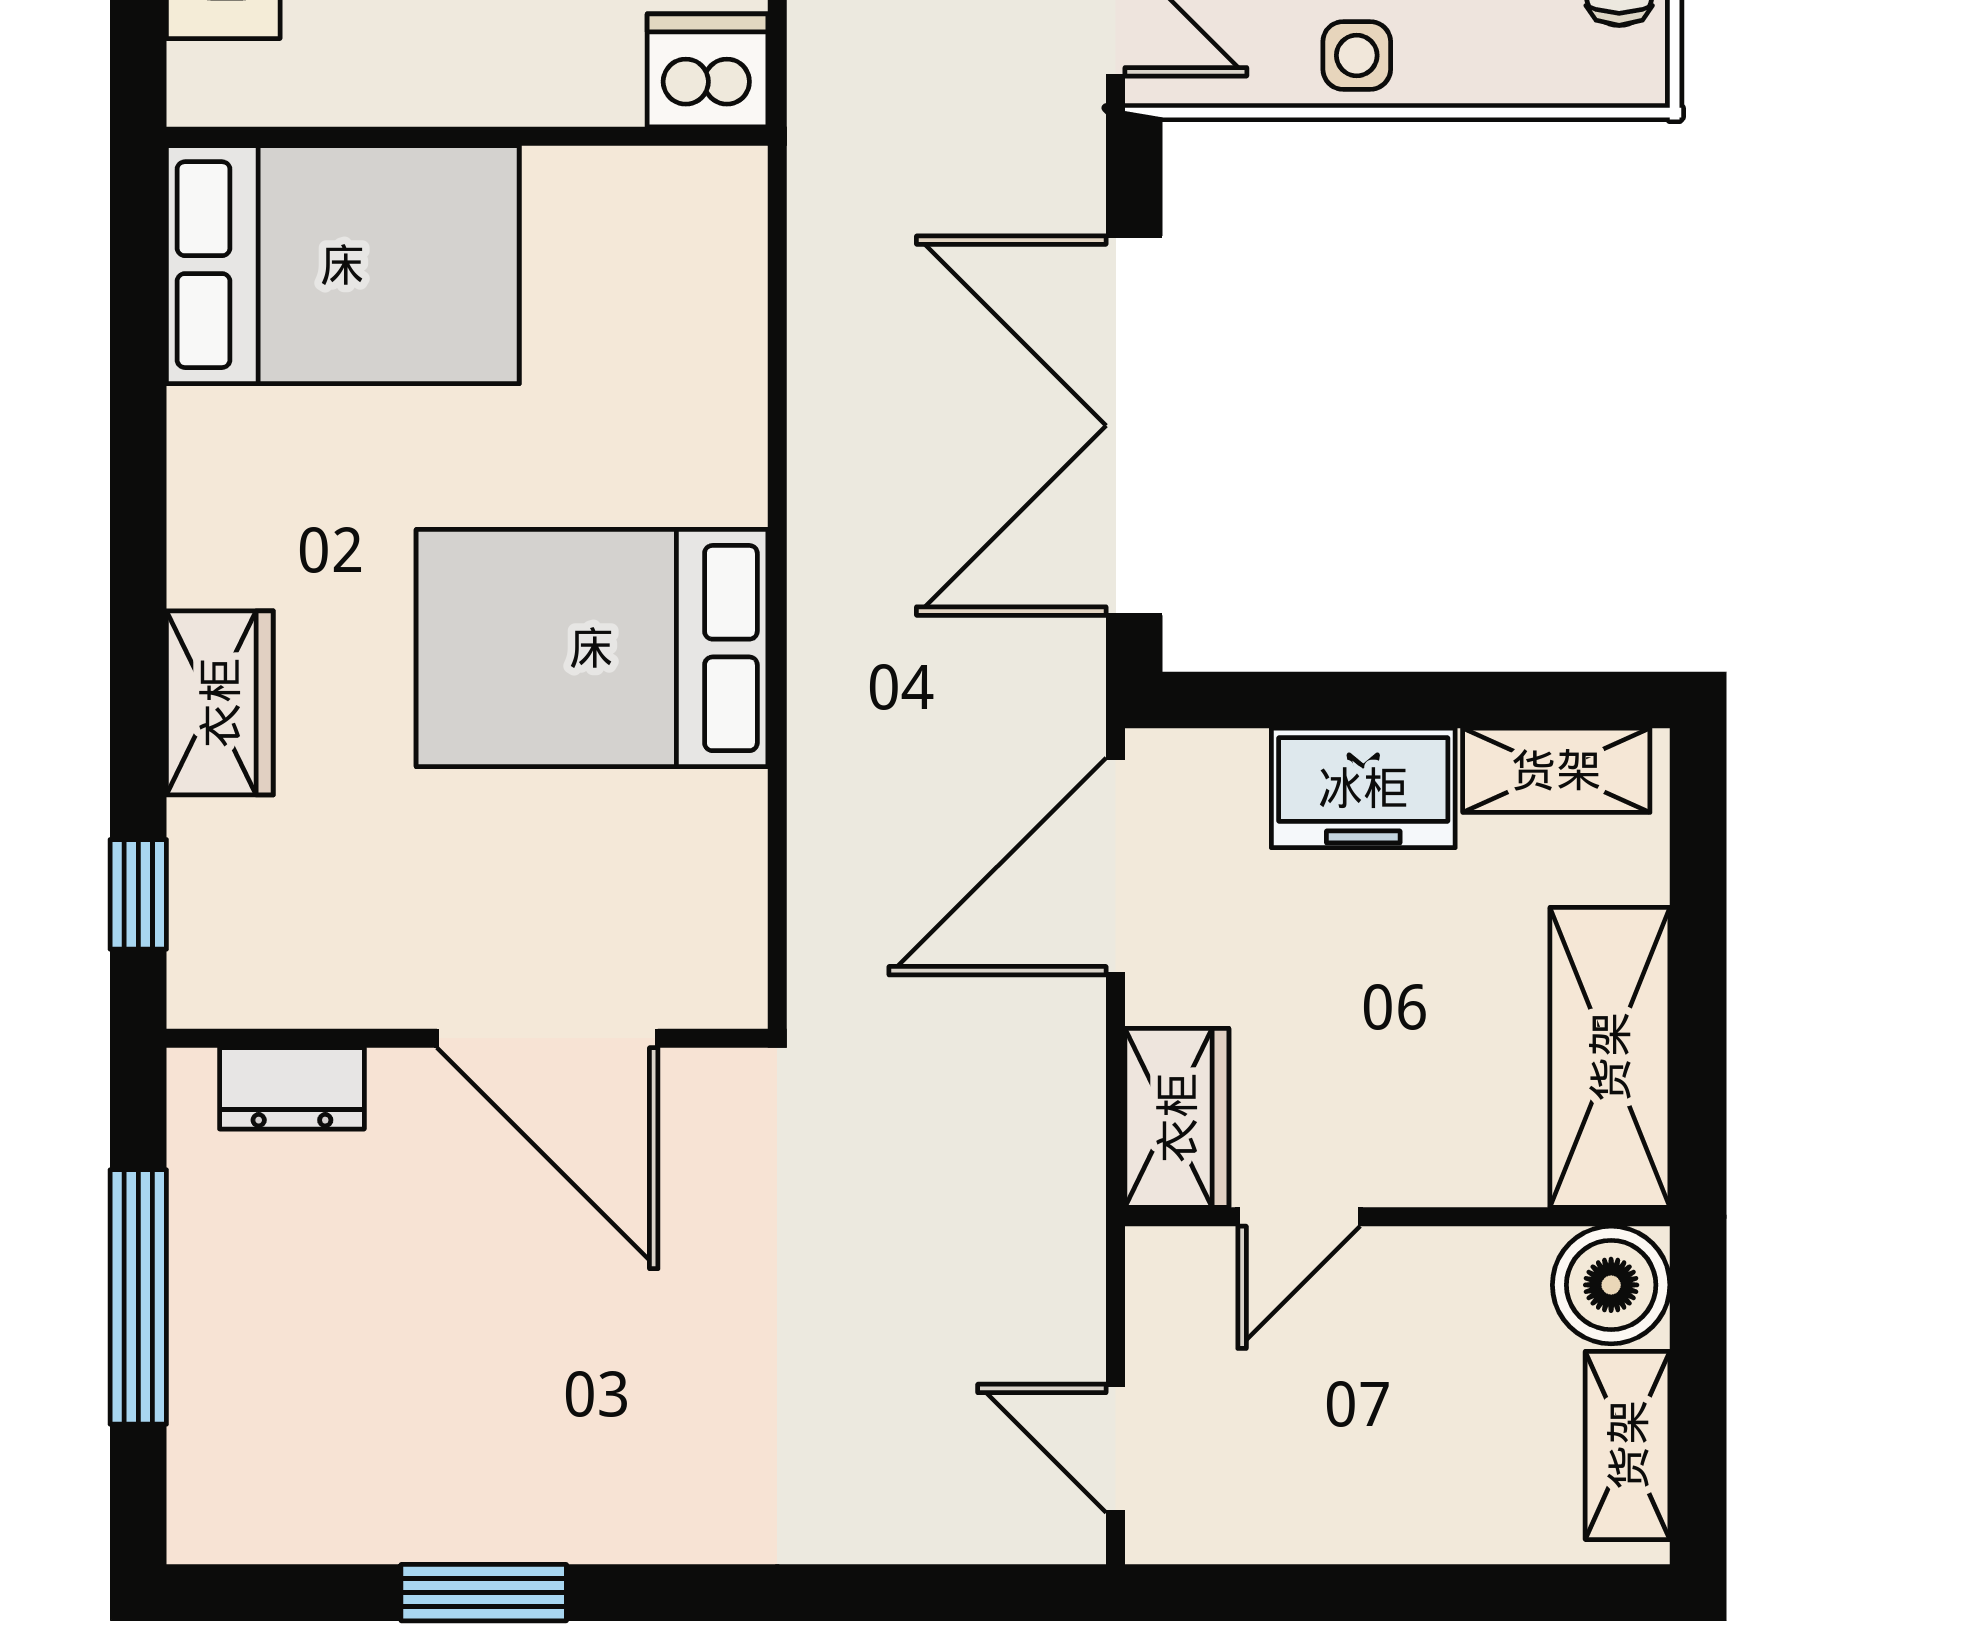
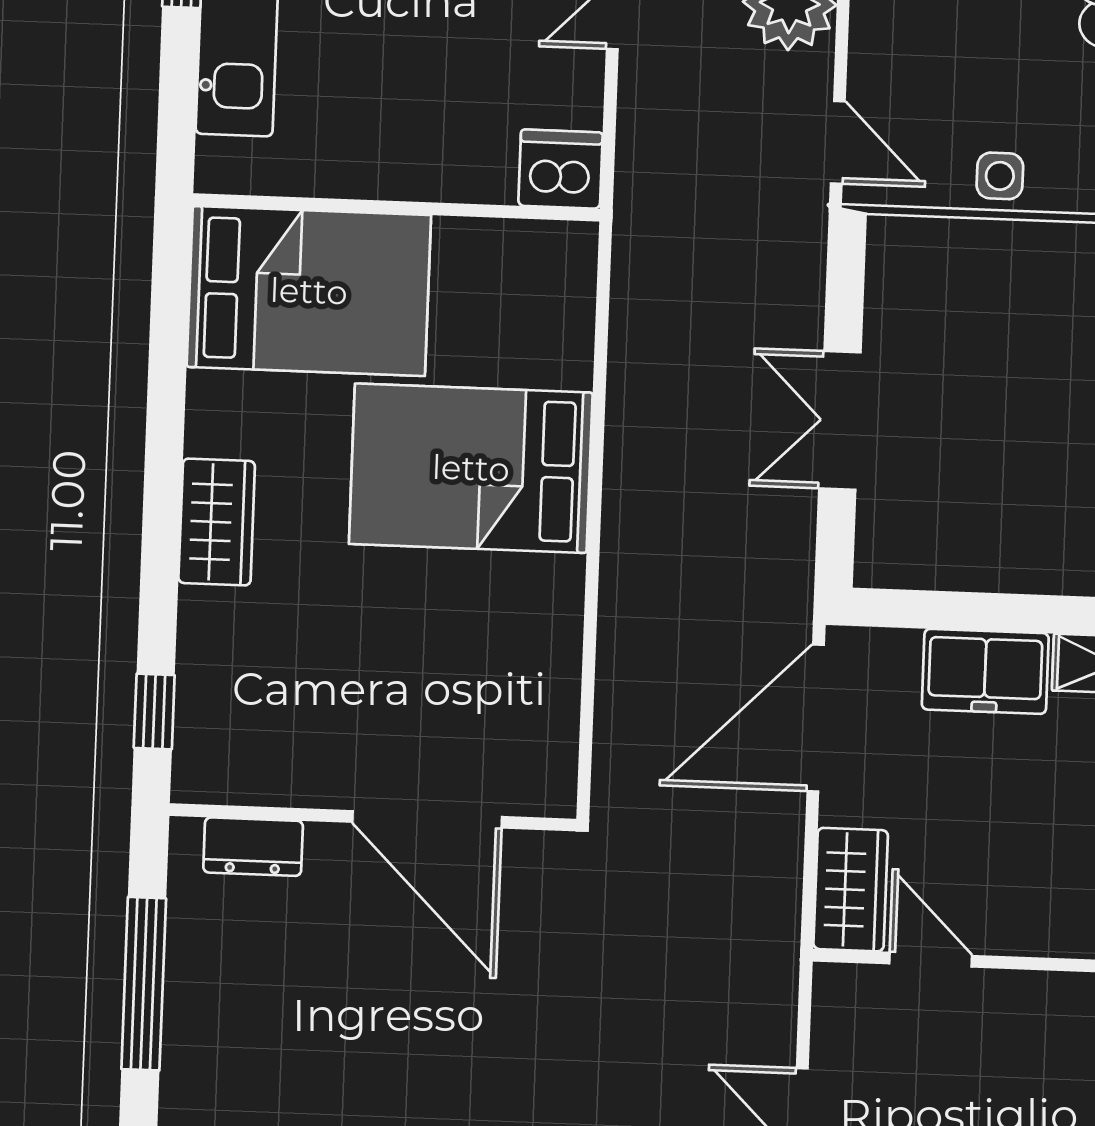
double door: (1134, 426) -> (840, 420), width x0.54
bed: (592, 648) -> (471, 468), moved
wardrobe: (220, 703) -> (217, 522), moved
door: (1299, 1217) -> (931, 960), swing flipped

